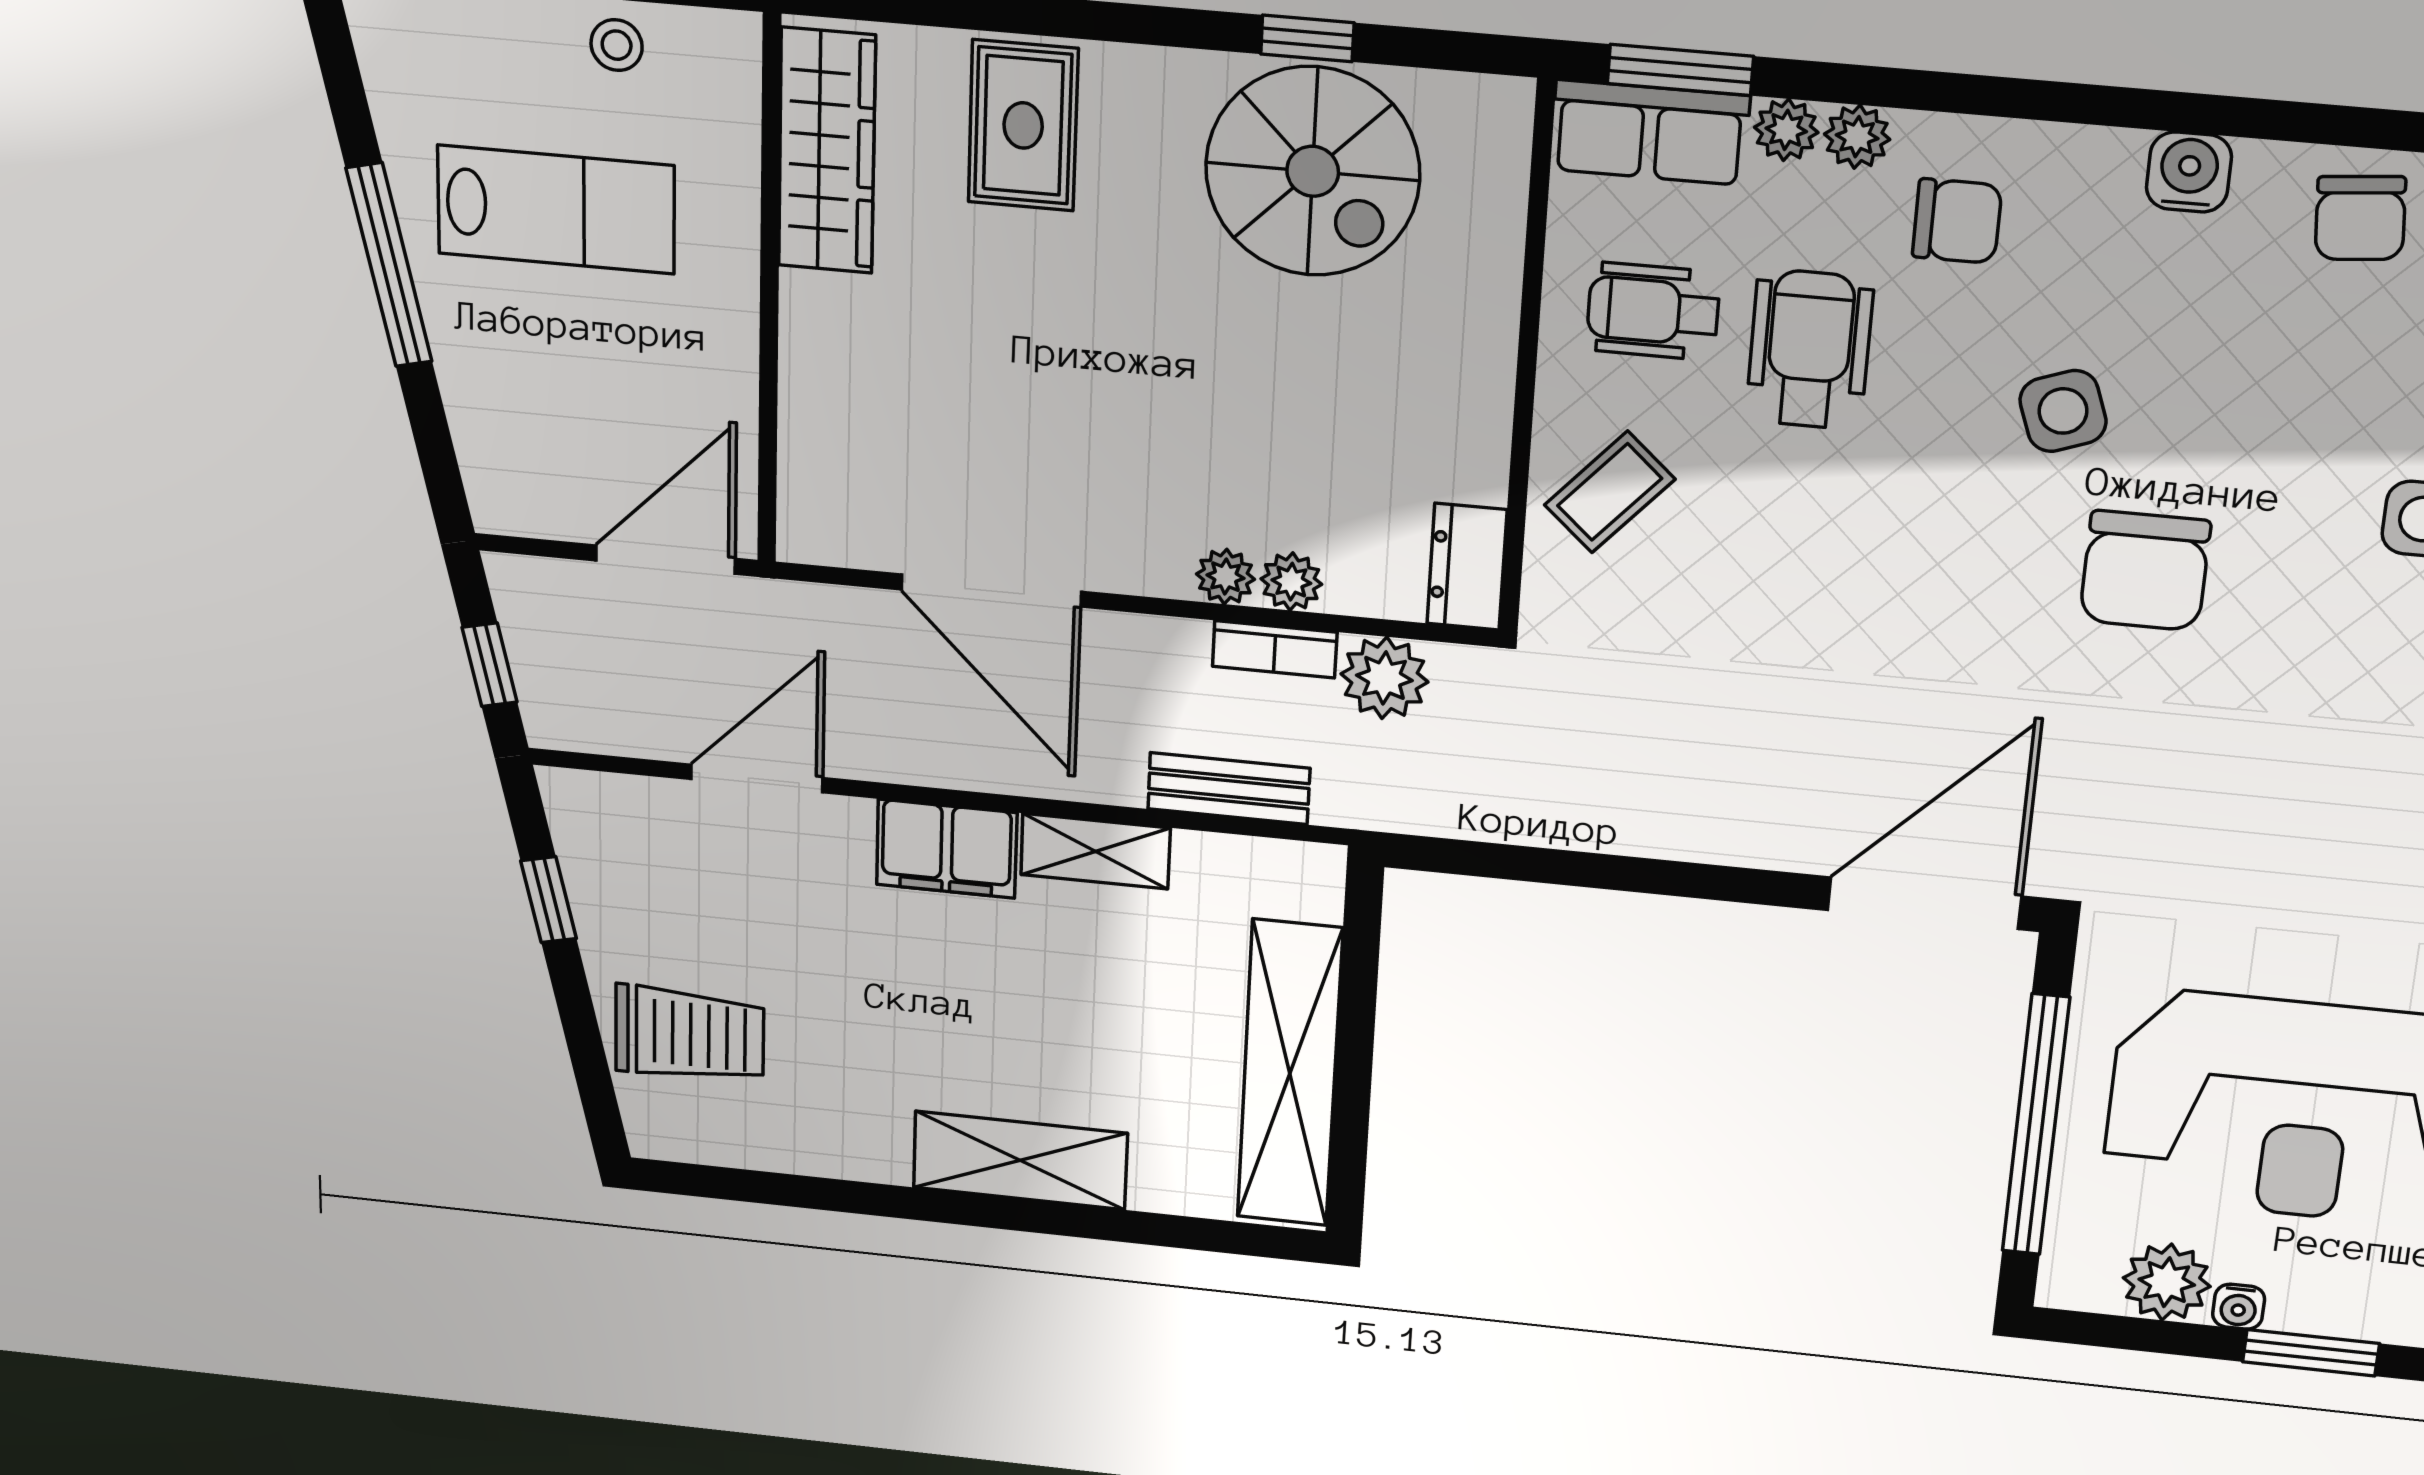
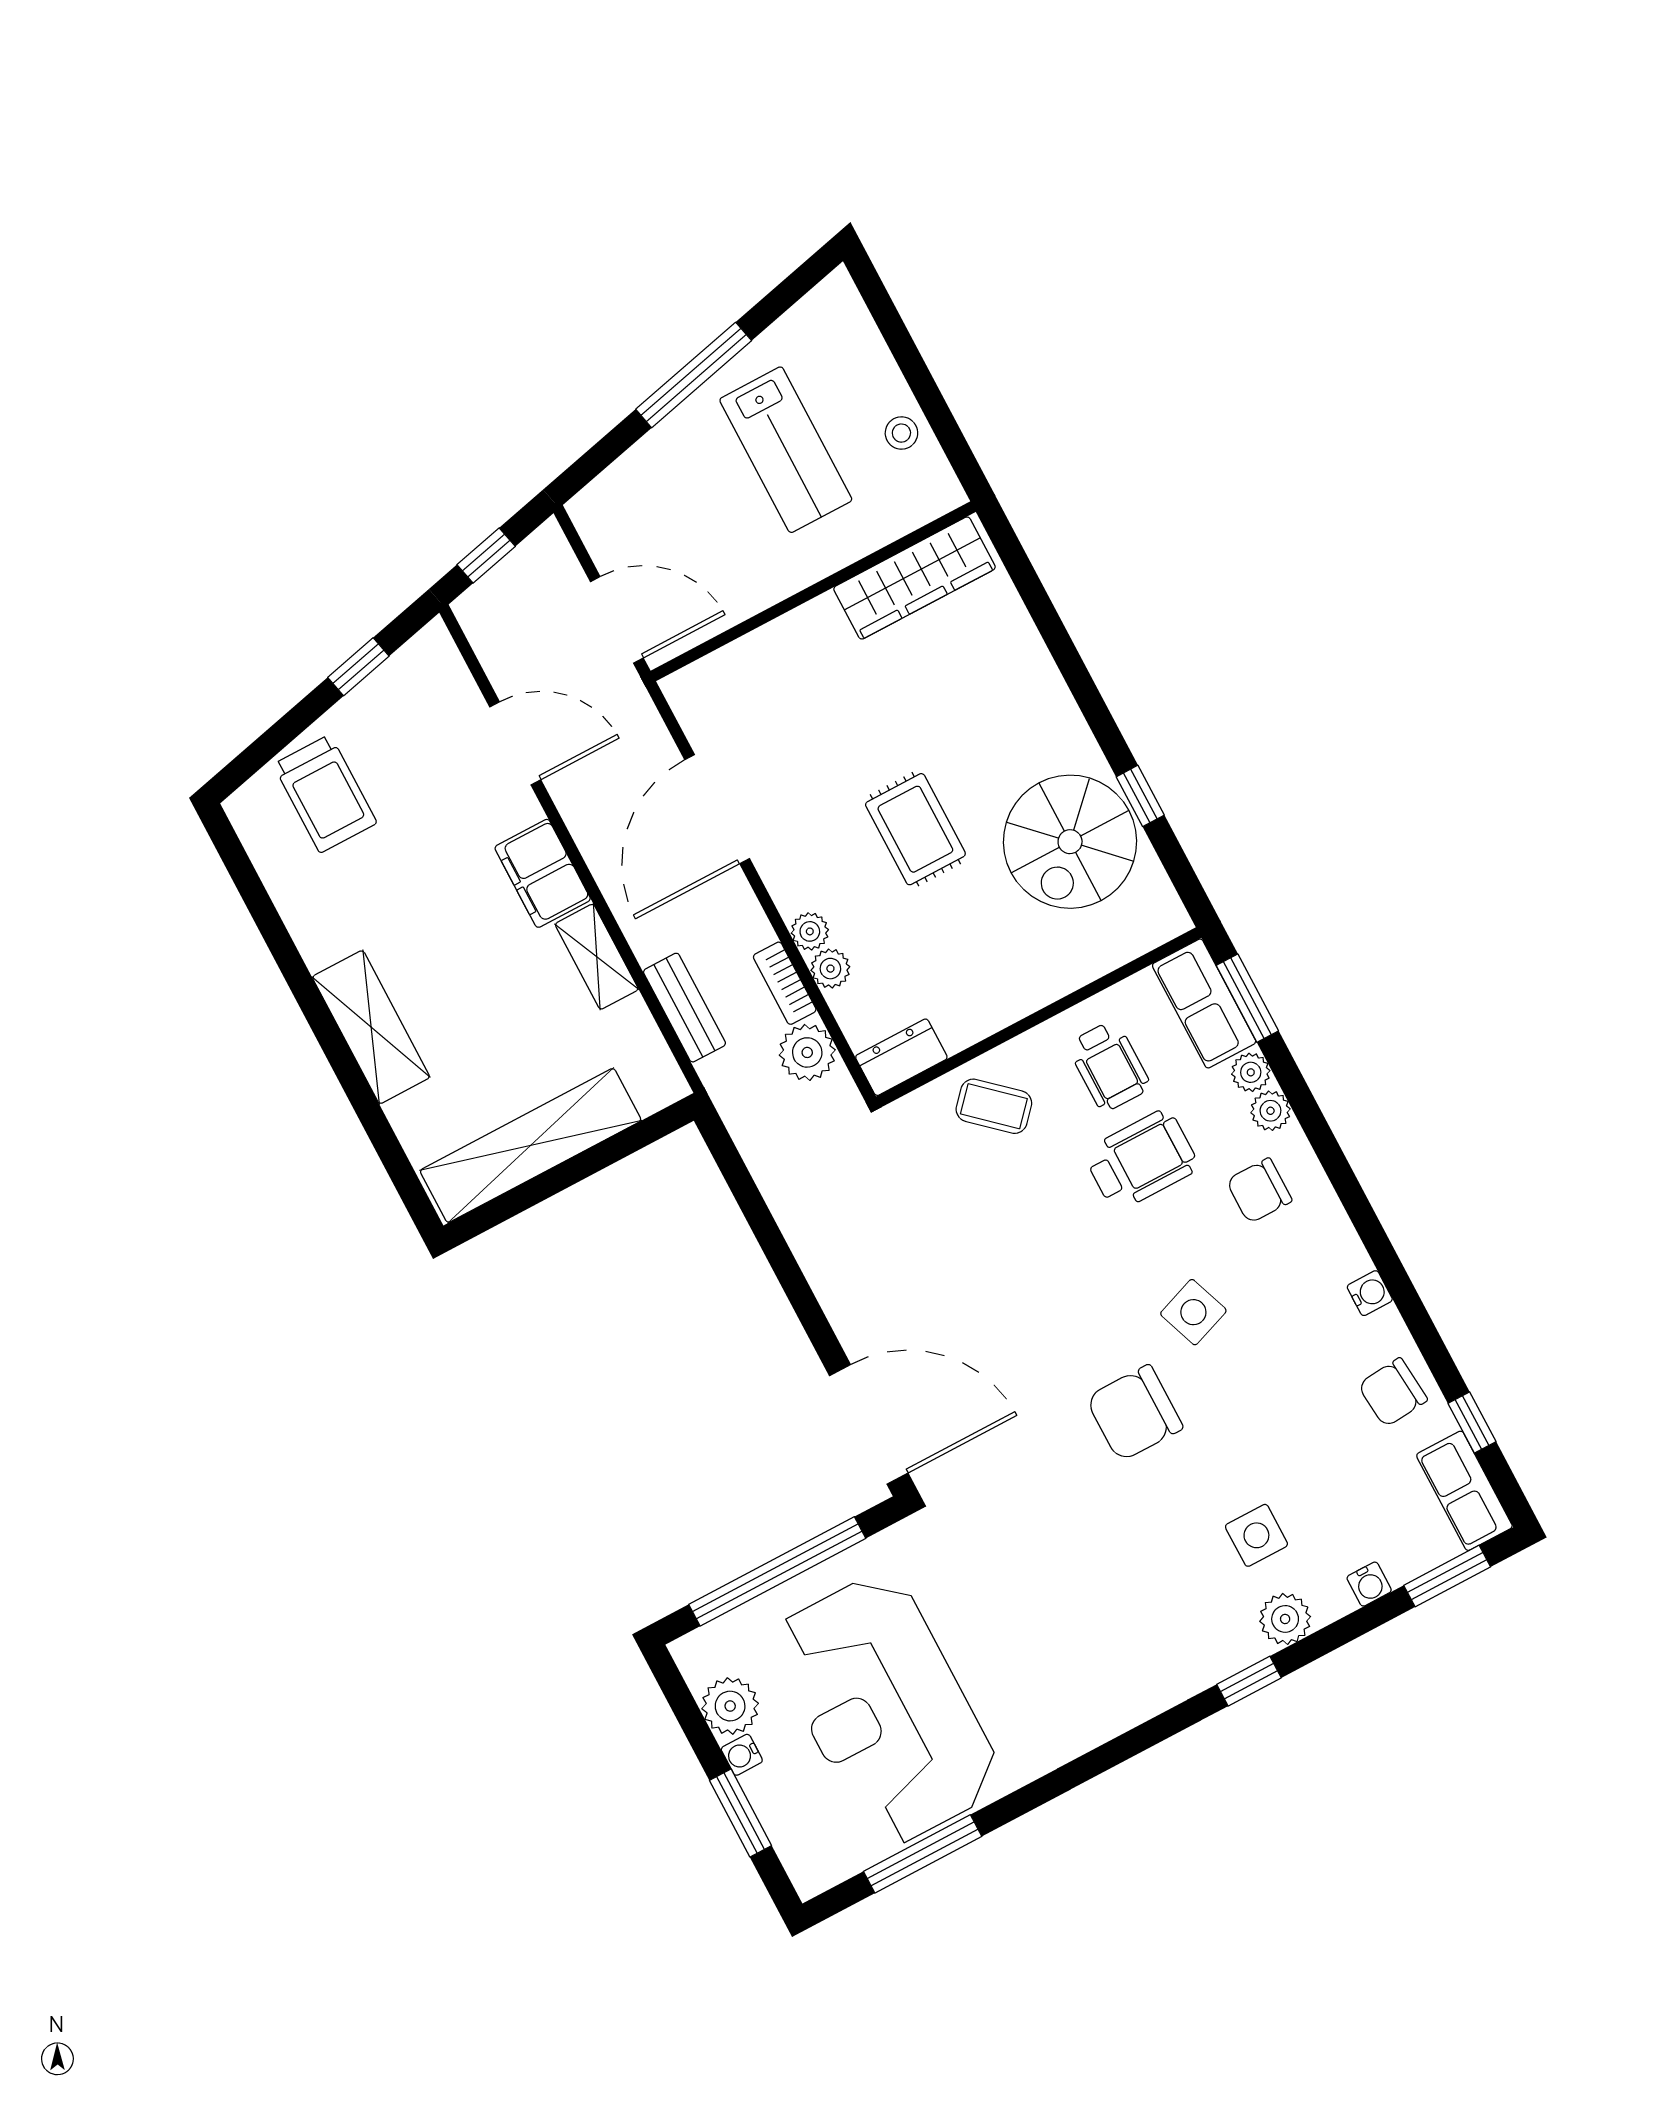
rug: (1023, 125) -> (915, 829), moved, turned 90
water cooler: (2189, 172) -> (1370, 1293), width x0.72, depth x0.72
chair: (1957, 221) -> (1259, 1191), turned 90
wheelchair: (1653, 311) -> (1109, 1066), turned 180

